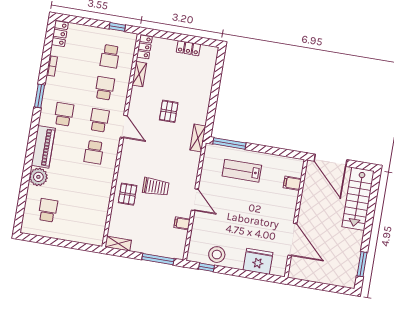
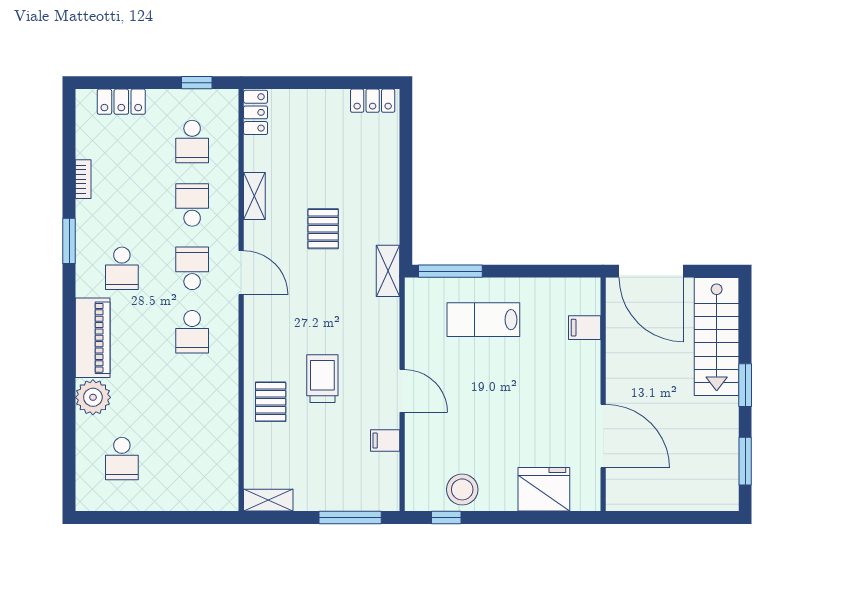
locker: (60, 34) -> (121, 102), moved, turned 90
locker: (188, 48) -> (373, 101), moved
shelving: (139, 74) -> (254, 196), moved
school desk: (64, 114) -> (122, 268), turned 180
trolley: (156, 187) -> (322, 379), turned -90
school desk: (48, 210) -> (122, 459), turned 180
window: (368, 226) -> (745, 385), added

